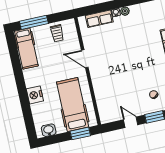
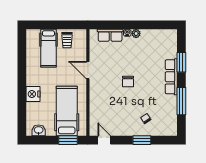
window: (34, 22) -> (47, 25), removed
hospital bed: (26, 49) -> (48, 48), moved
chair: (127, 61) -> (128, 81), added
door: (131, 122) -> (104, 140), moved

